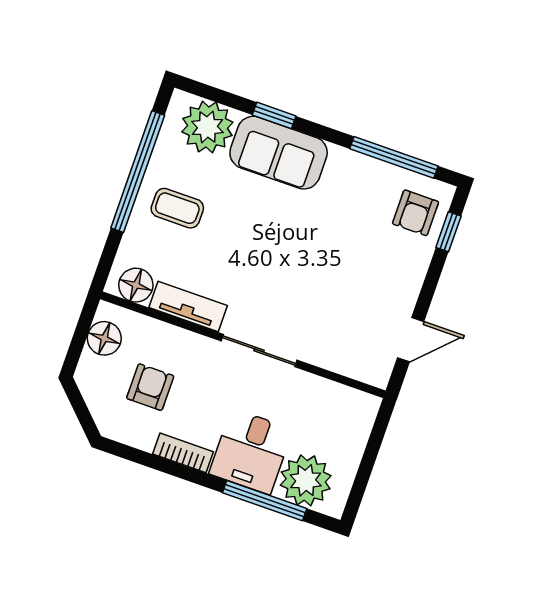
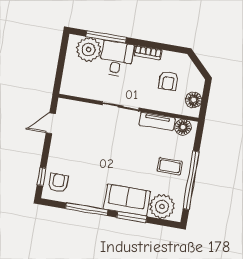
window: (274, 115) -> (132, 217), width x1.50
window: (394, 157) -> (87, 209), moved

